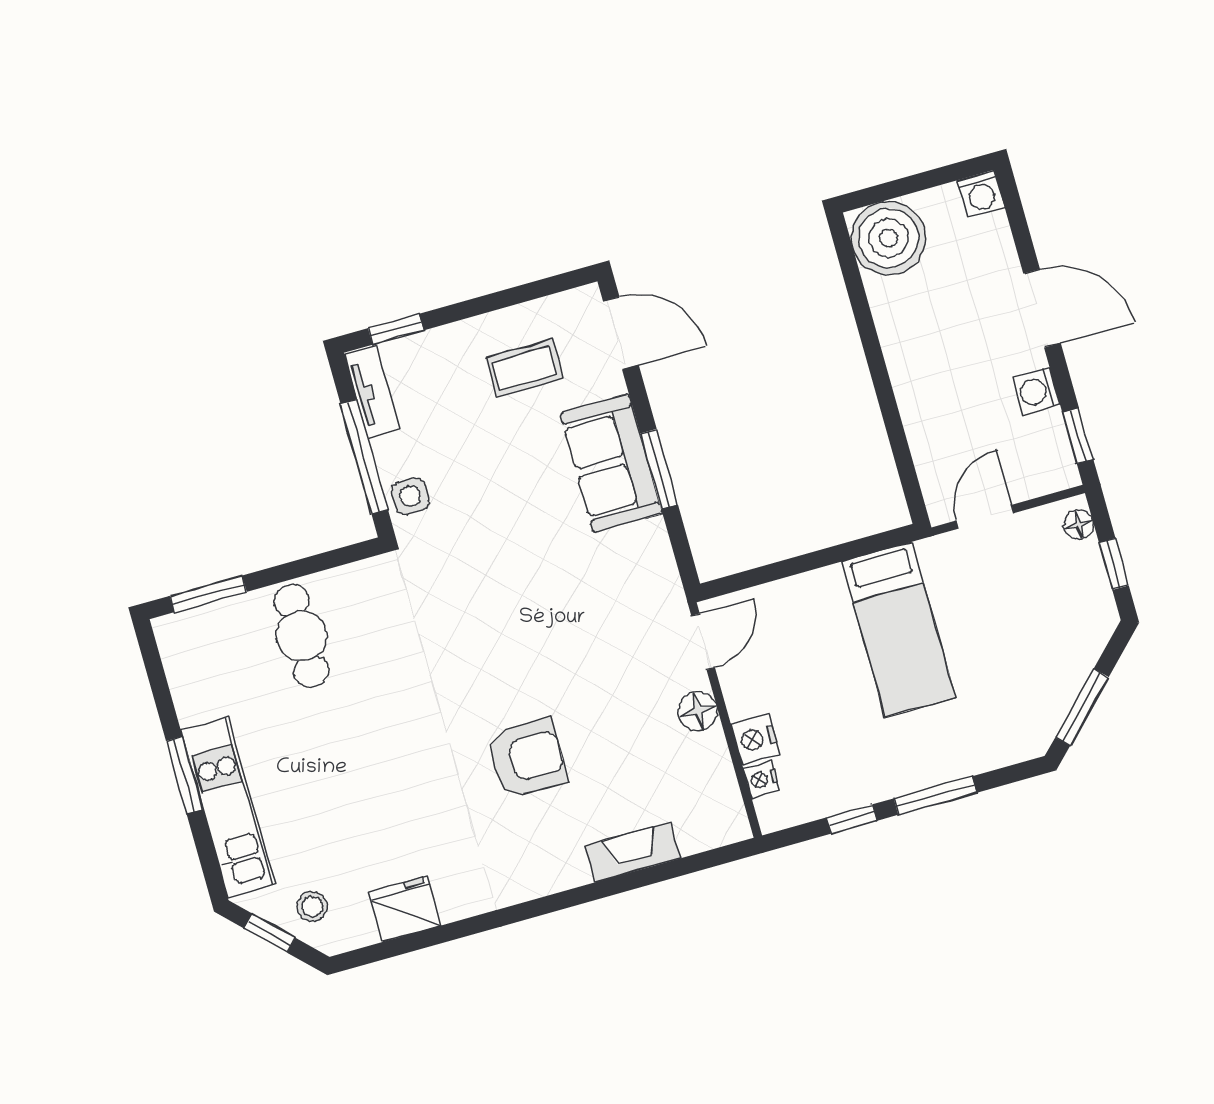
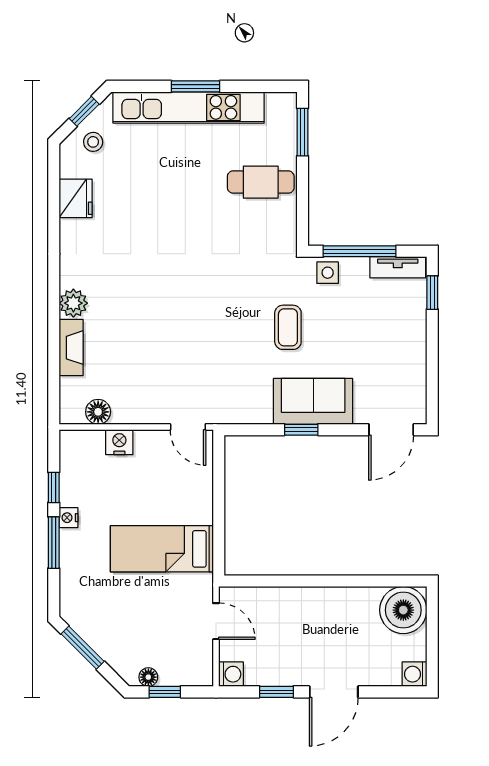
coffee table: (524, 368) -> (288, 327), moved
washing machine: (1036, 391) -> (231, 674), moved, turned 90
window: (1078, 436) -> (276, 692), moved
window: (659, 469) -> (301, 430), width x0.67
floor lamp: (1079, 525) -> (148, 677), moved
floor lamp: (698, 711) -> (98, 412), moved
armchair: (527, 758) -> (147, 299), removed
nightstand: (762, 779) -> (69, 518), moved, turned -90
kitchen unit: (228, 807) -> (189, 107), width x1.36
plant: (564, 868) -> (73, 303), added

